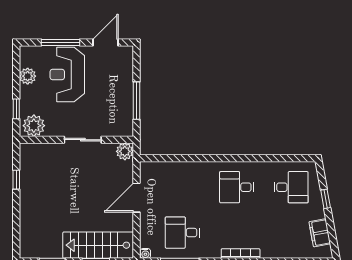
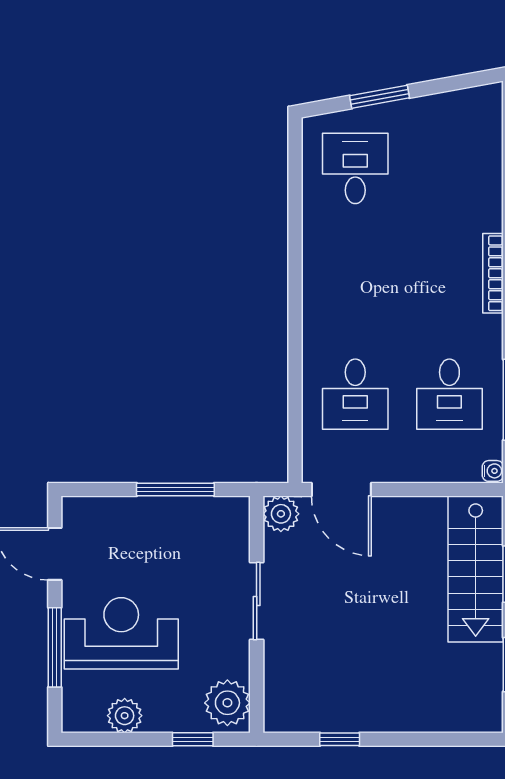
reception desk: (67, 74) -> (121, 633), turned 180
desk: (237, 187) -> (355, 394), moved
door: (136, 198) -> (341, 489), moved
window: (326, 199) -> (380, 97), width x1.50
filing cabinet: (320, 233) -> (450, 109), removed

